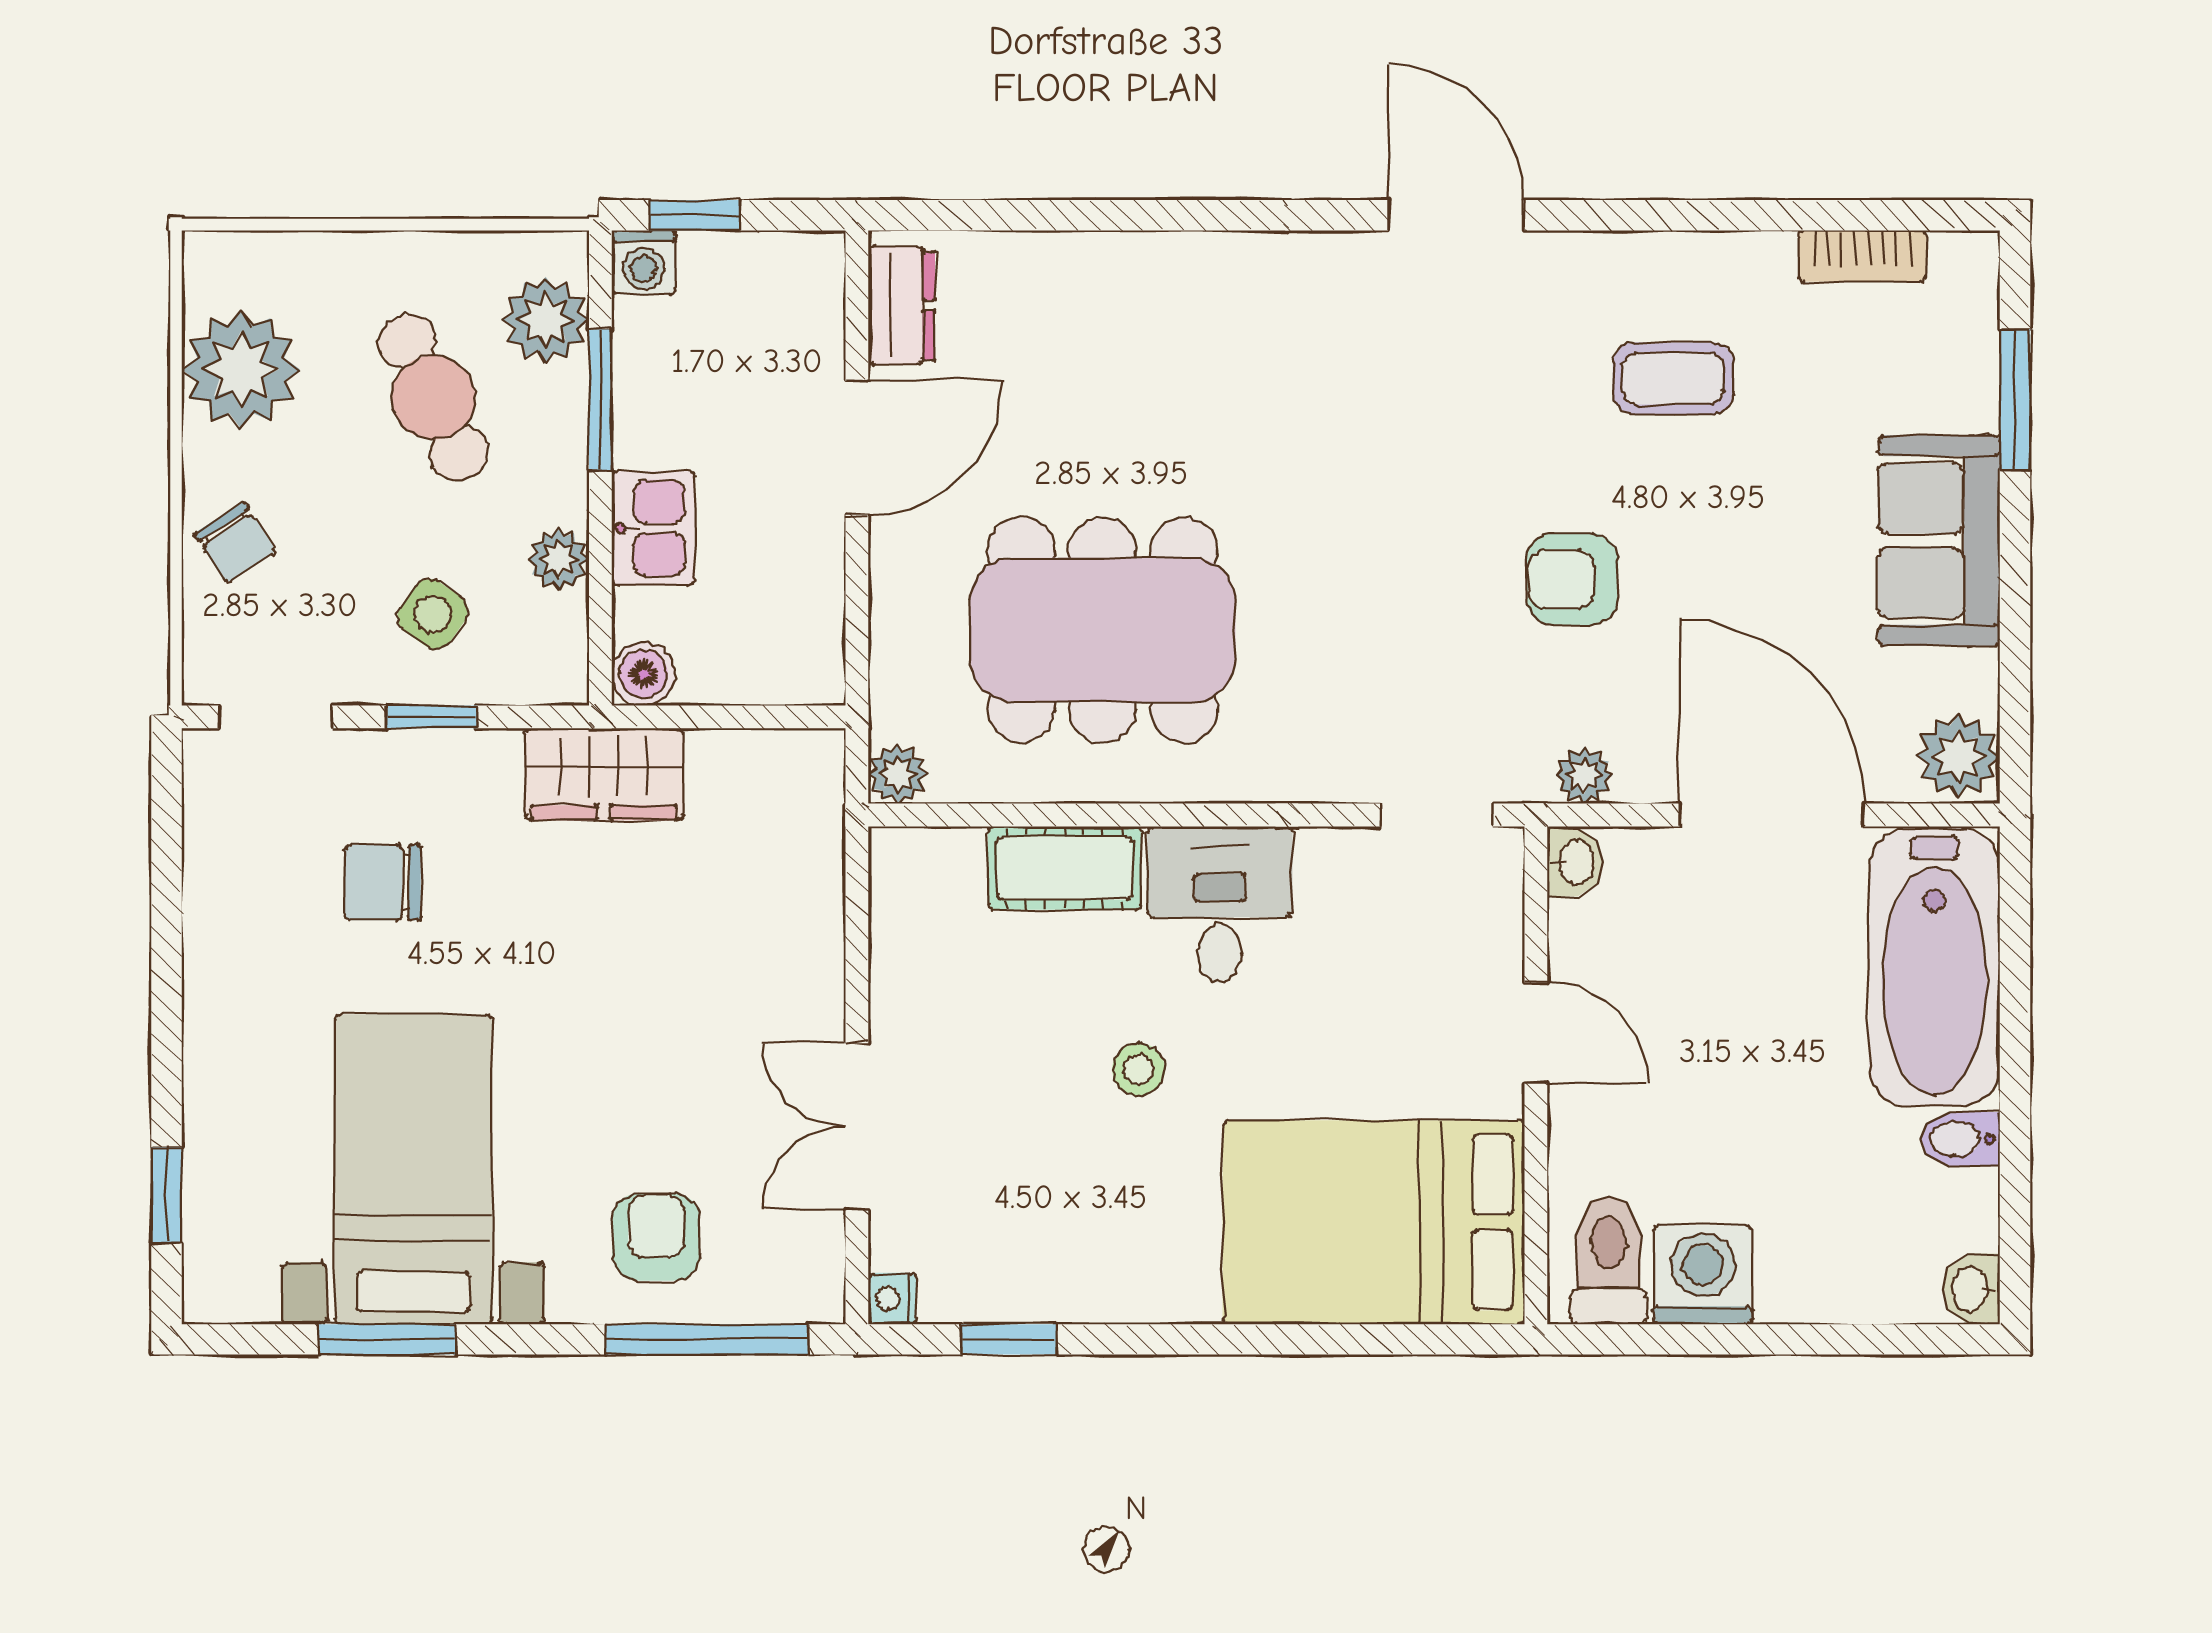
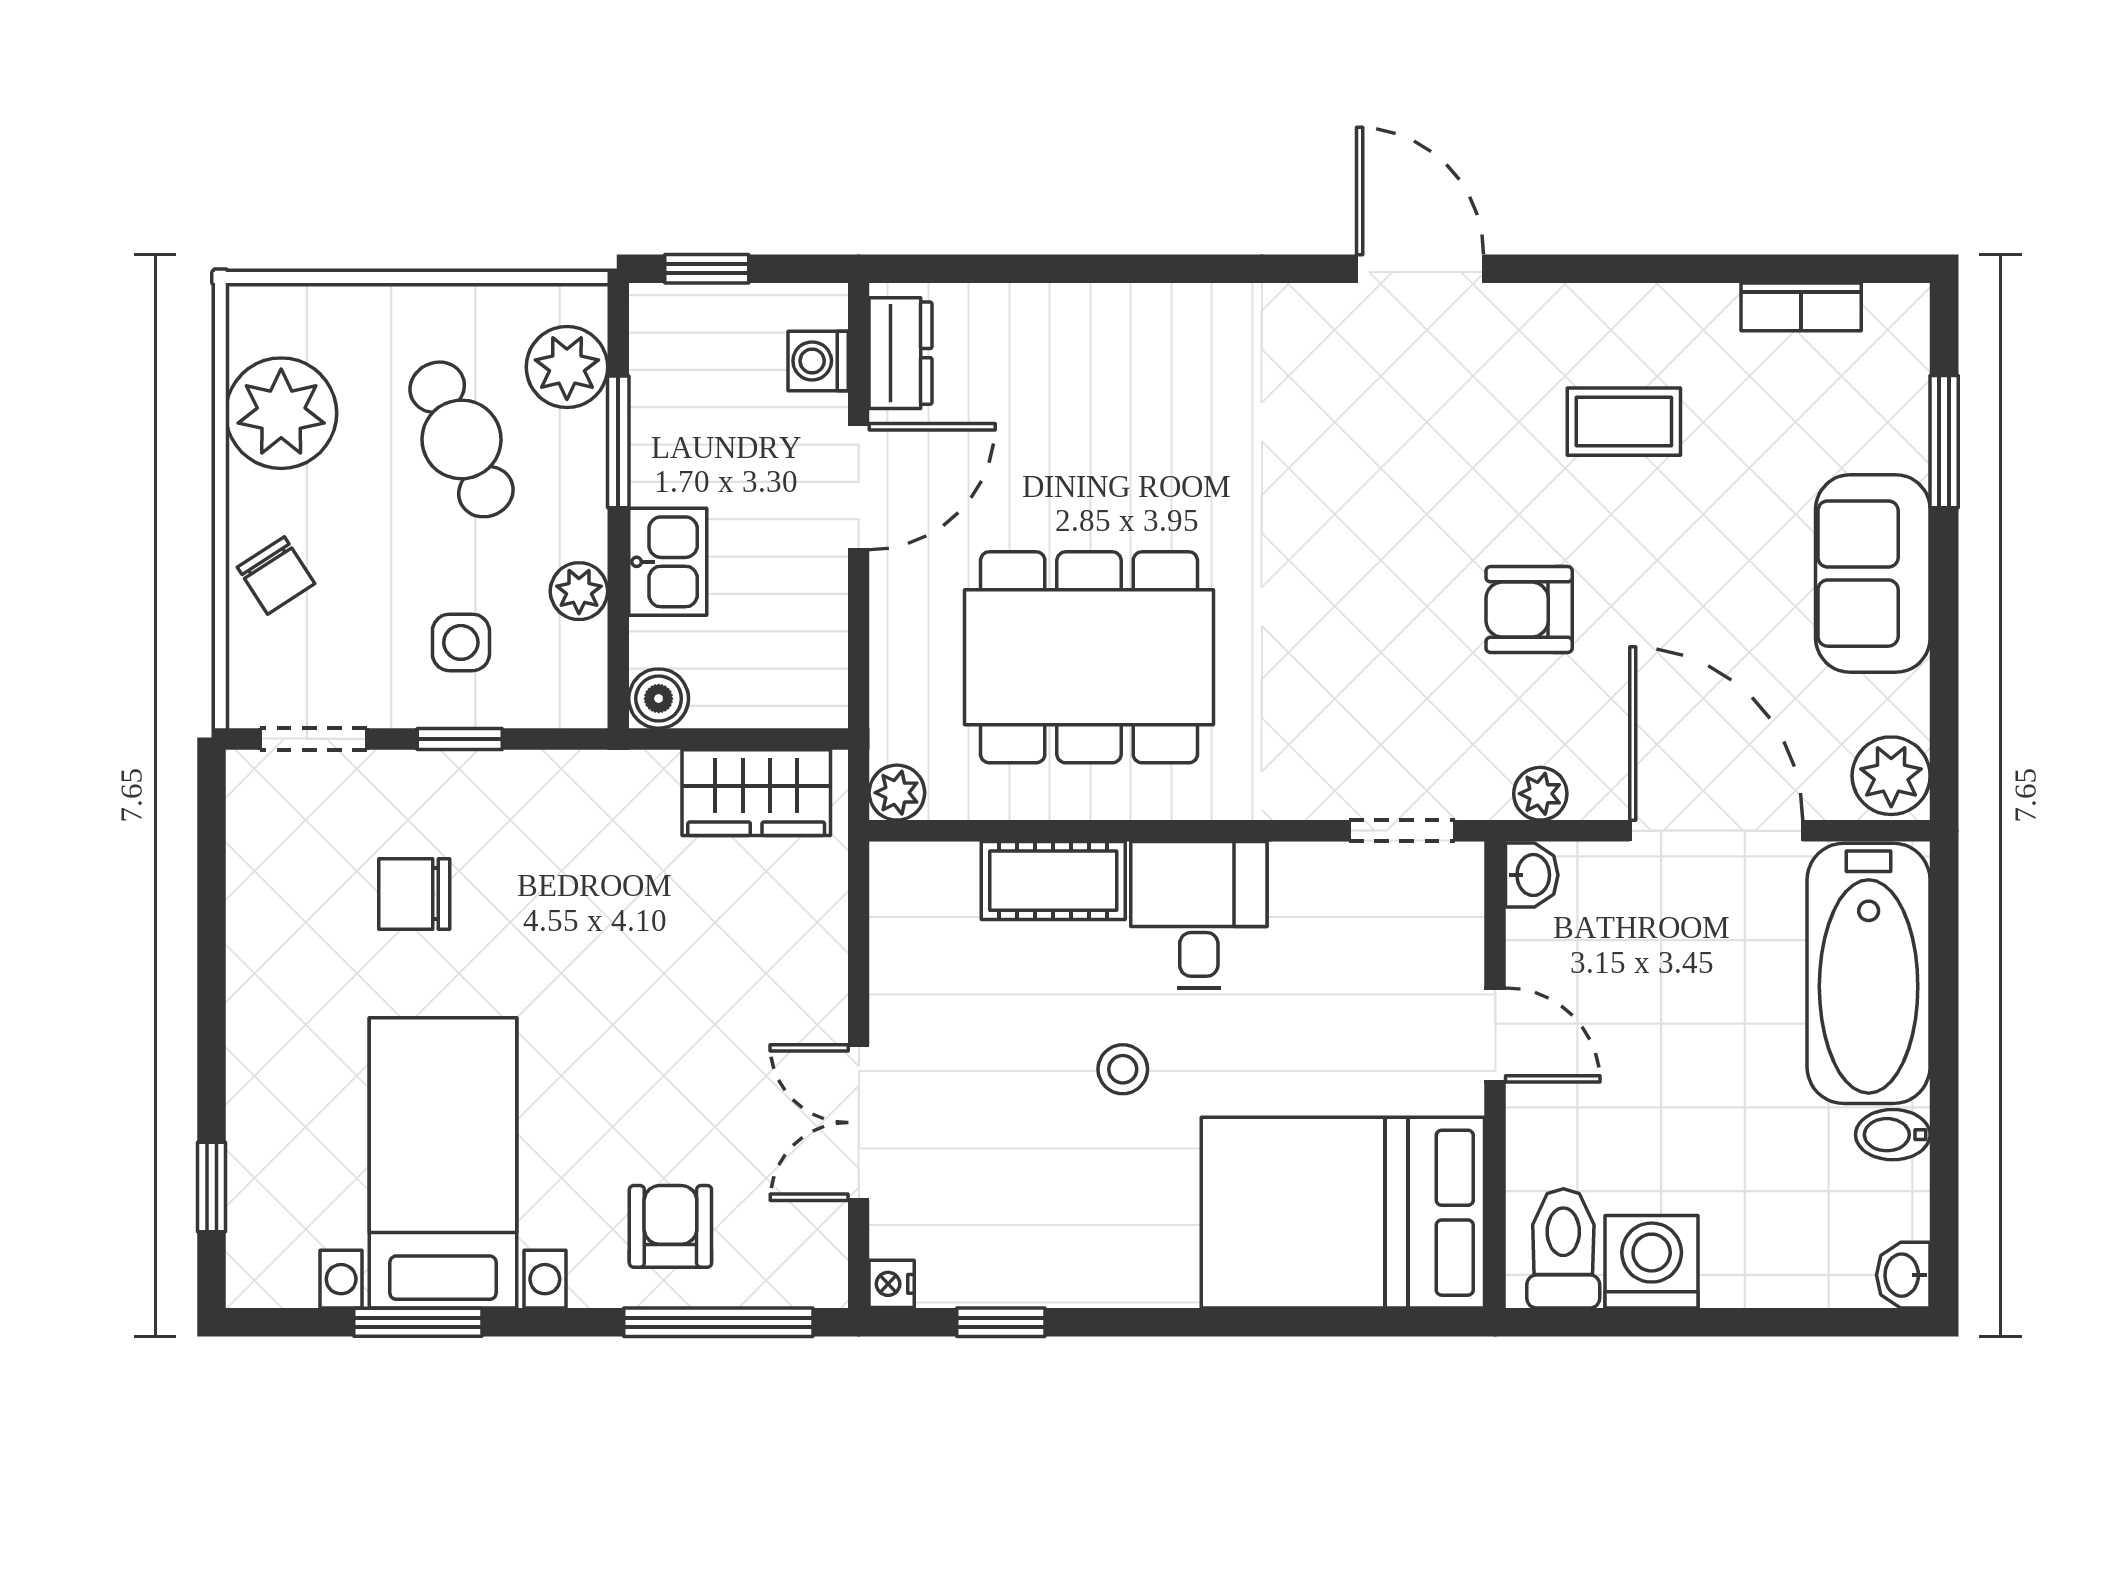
washing machine: (644, 262) -> (818, 361), moved, turned 90
side table: (433, 614) -> (461, 642), turned -35
wardrobe: (604, 774) -> (756, 793), moved

